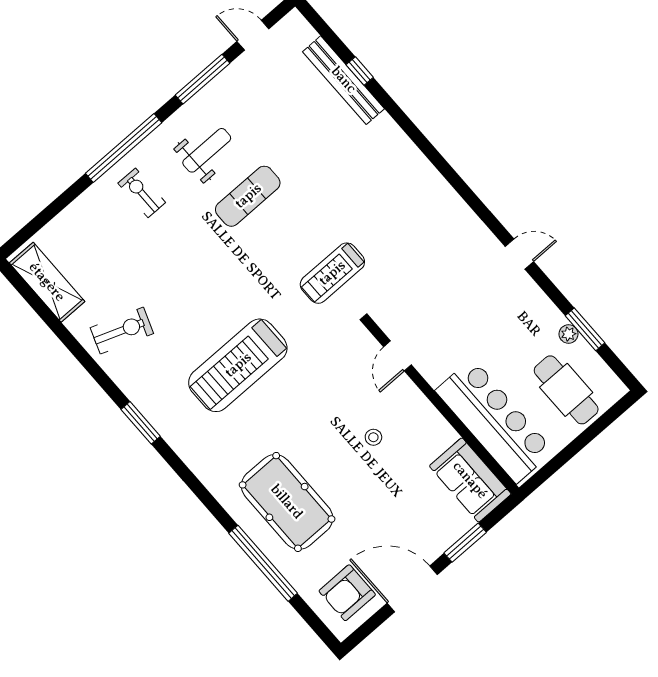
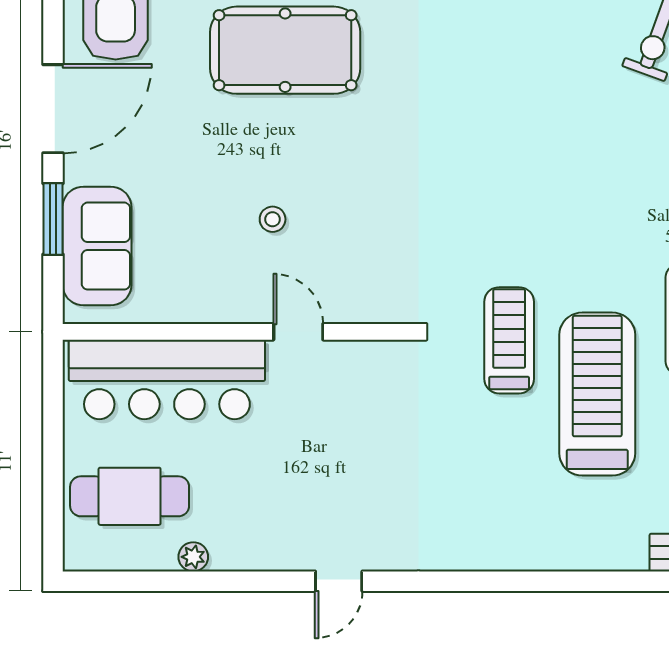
window: (585, 329) -> (182, 581), removed
door: (397, 356) -> (298, 332), moved
treadmill: (238, 365) -> (597, 394), moved
sofa: (470, 480) -> (97, 246), moved, turned 90

